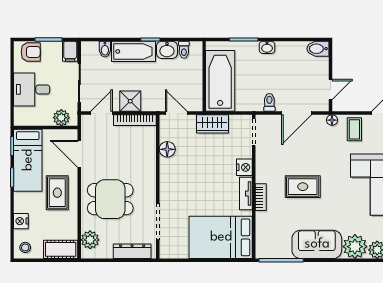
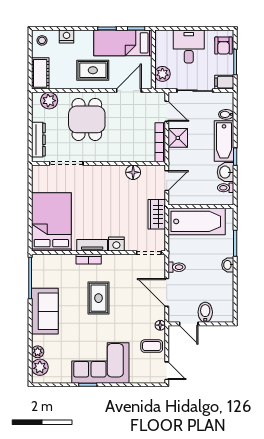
bidet: (318, 49) -> (205, 312), moved
plant: (355, 247) -> (38, 352), width x0.53, depth x0.53

